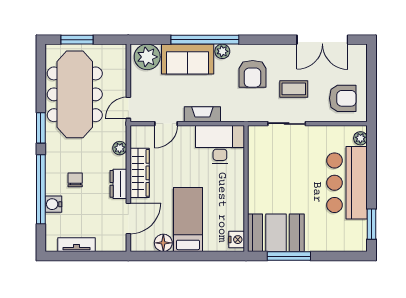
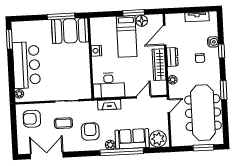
fireplace: (202, 114) -> (109, 105), moved
window: (41, 189) -> (222, 51), width x0.32
nightstand: (237, 240) -> (96, 51), moved
window: (175, 256) -> (134, 13), added

